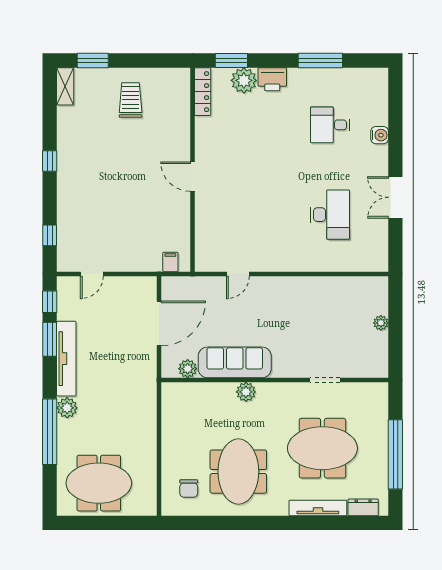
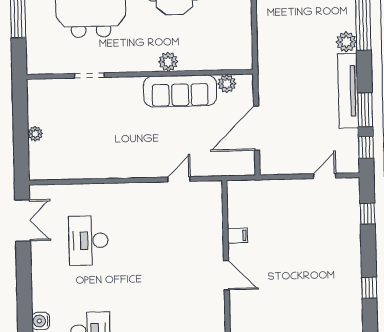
double door: (395, 197) -> (23, 220), moved
filing cabinet: (170, 262) -> (237, 235), moved, turned -90

